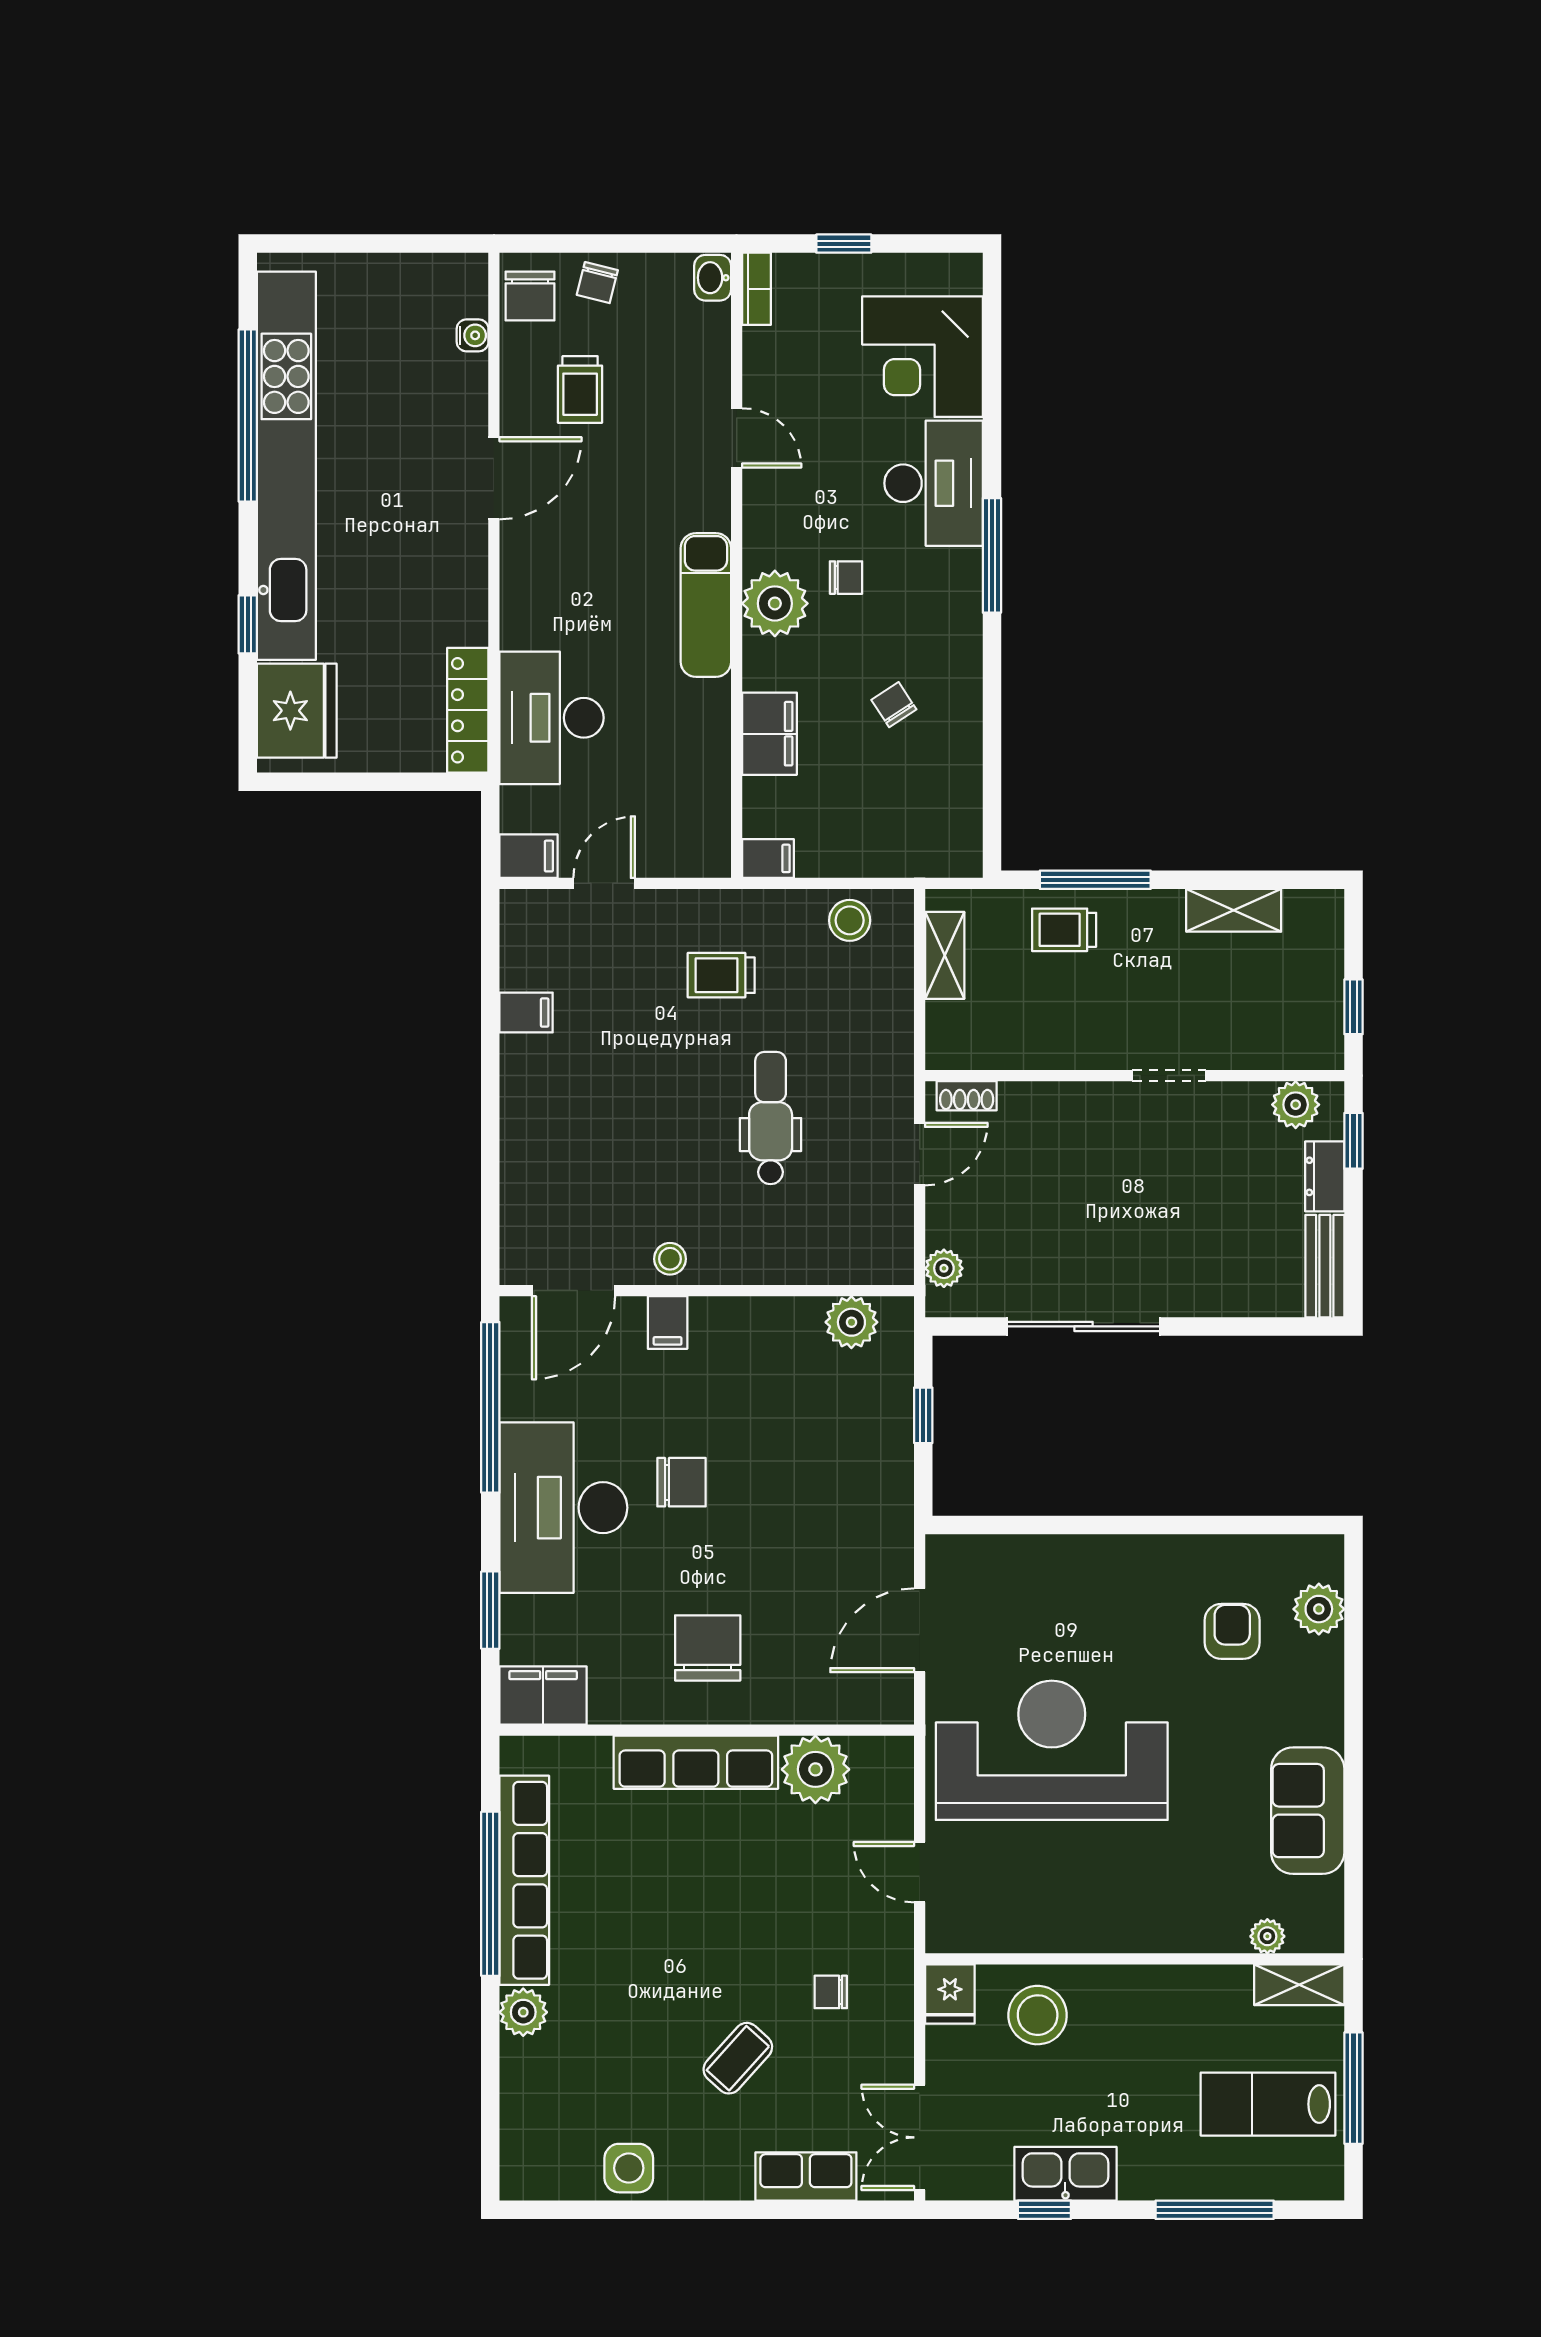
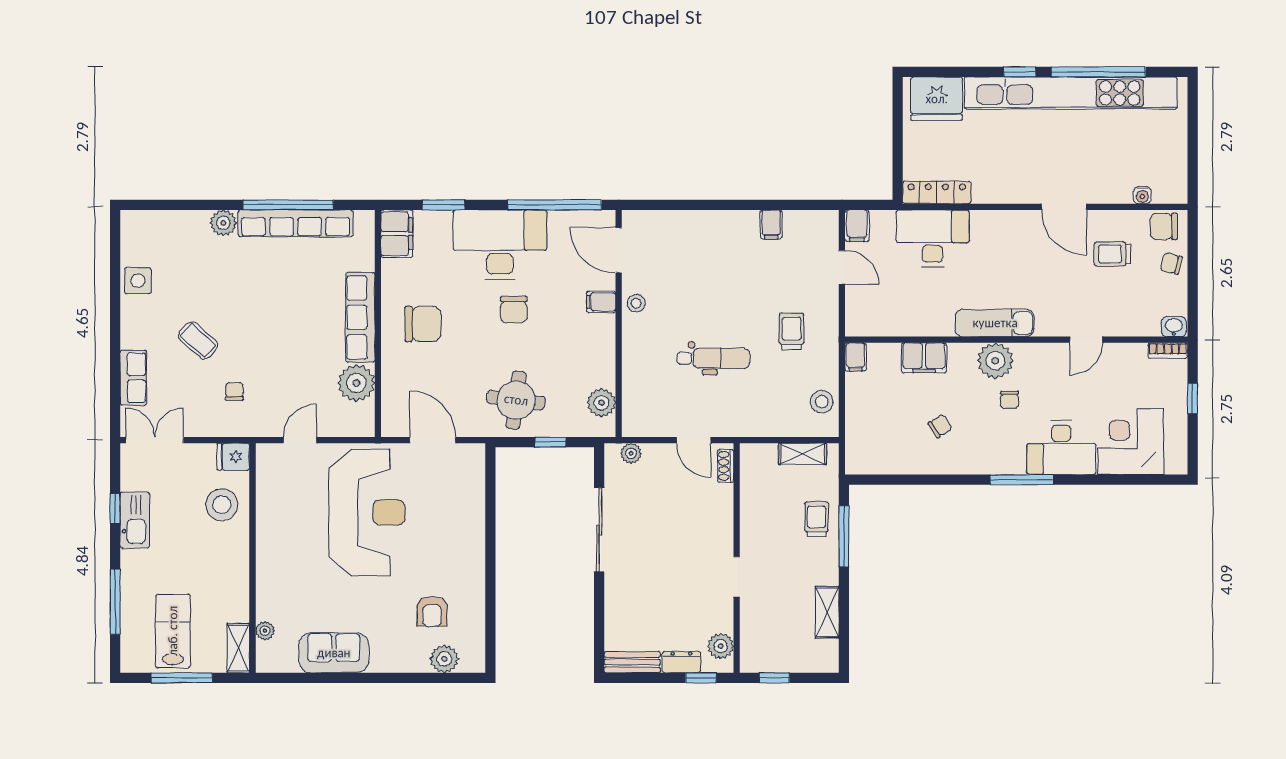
window: (248, 624) -> (1020, 72), moved
round table: (847, 1478) -> (516, 400), added
armchair: (1232, 1631) -> (432, 611), turned 90

